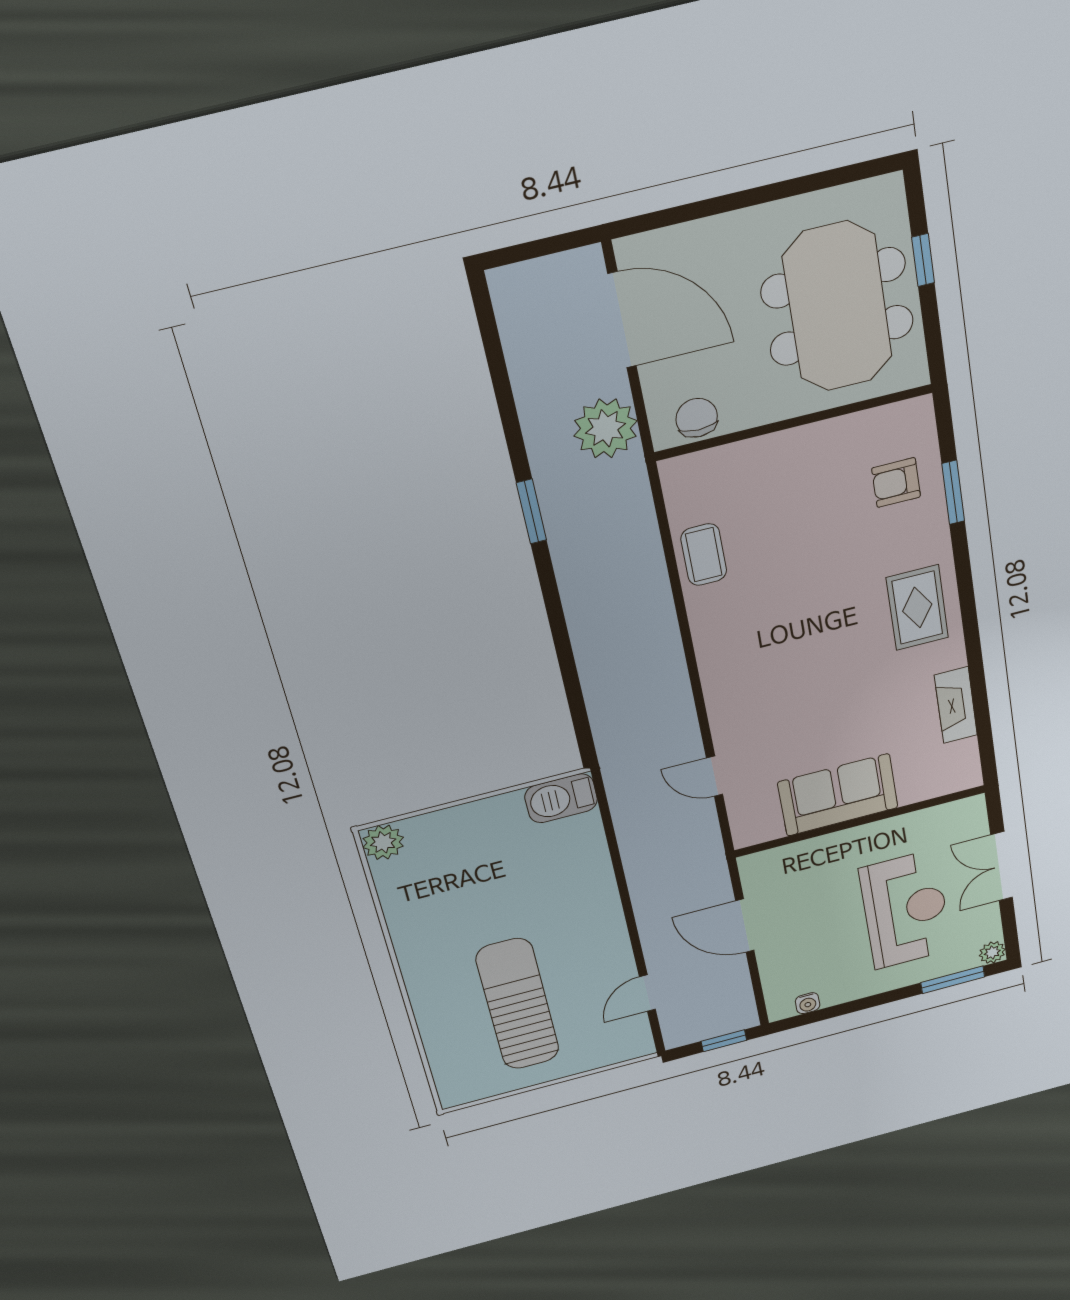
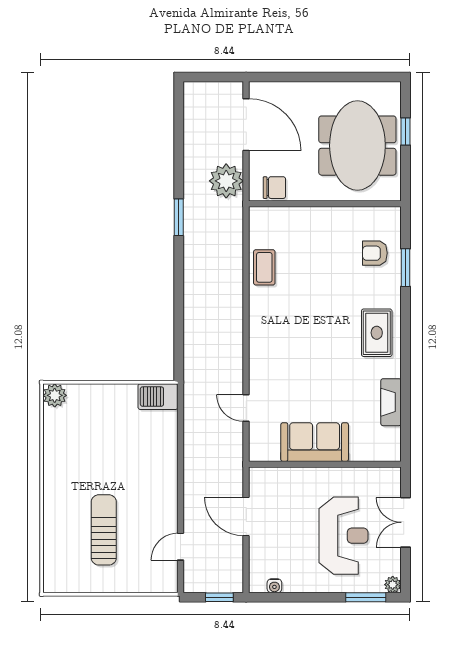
chair: (697, 418) -> (274, 188), turned 90
sun lounger: (518, 1004) -> (104, 530), width x0.73, depth x0.75

